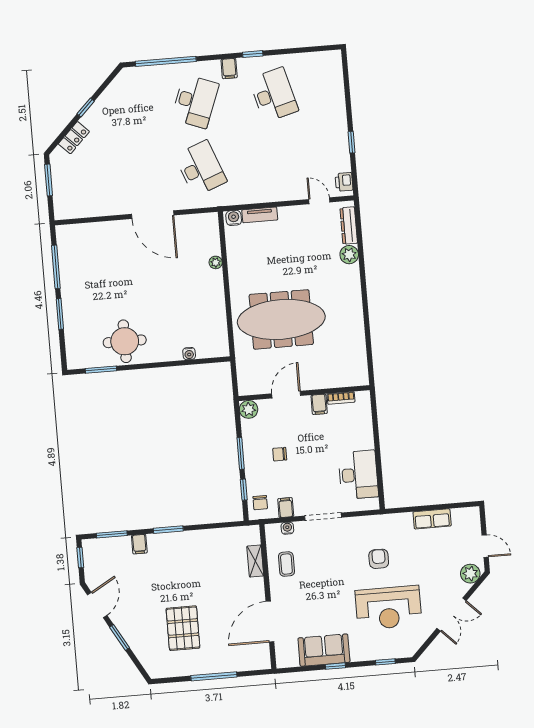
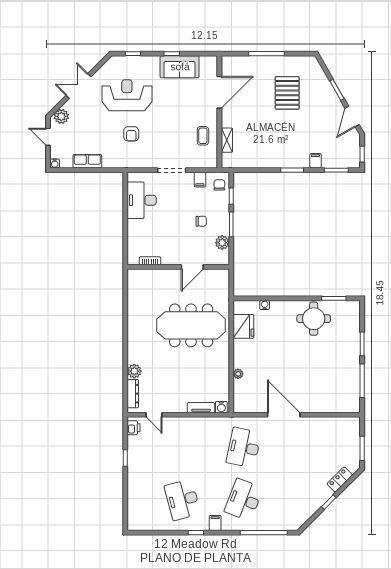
desk: (201, 168) -> (244, 448), turned 33
fridge: (214, 324) -> (243, 326), added
filing cabinet: (319, 404) -> (167, 257), removed
plant: (249, 409) -> (222, 243), moved
water cooler: (287, 528) -> (55, 163), moved

